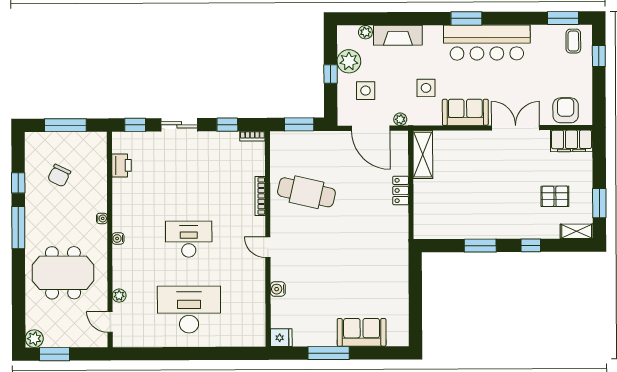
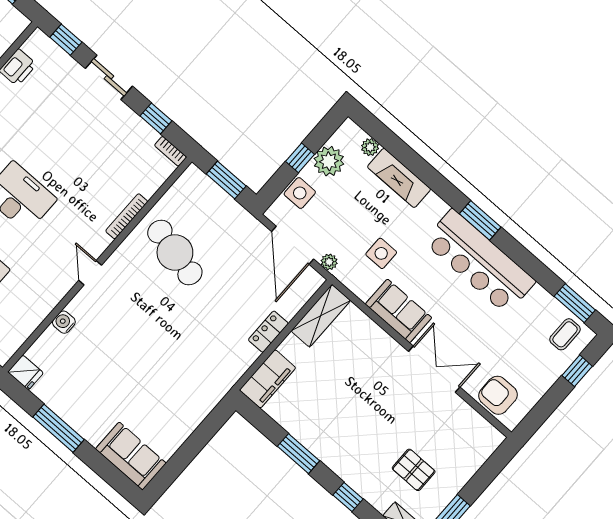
side table: (366, 91) -> (300, 193), moved
armchair: (566, 110) -> (498, 395), turned -90
filing cabinet: (572, 141) -> (268, 379), moved, turned -90
sofa: (362, 332) -> (131, 456), moved

